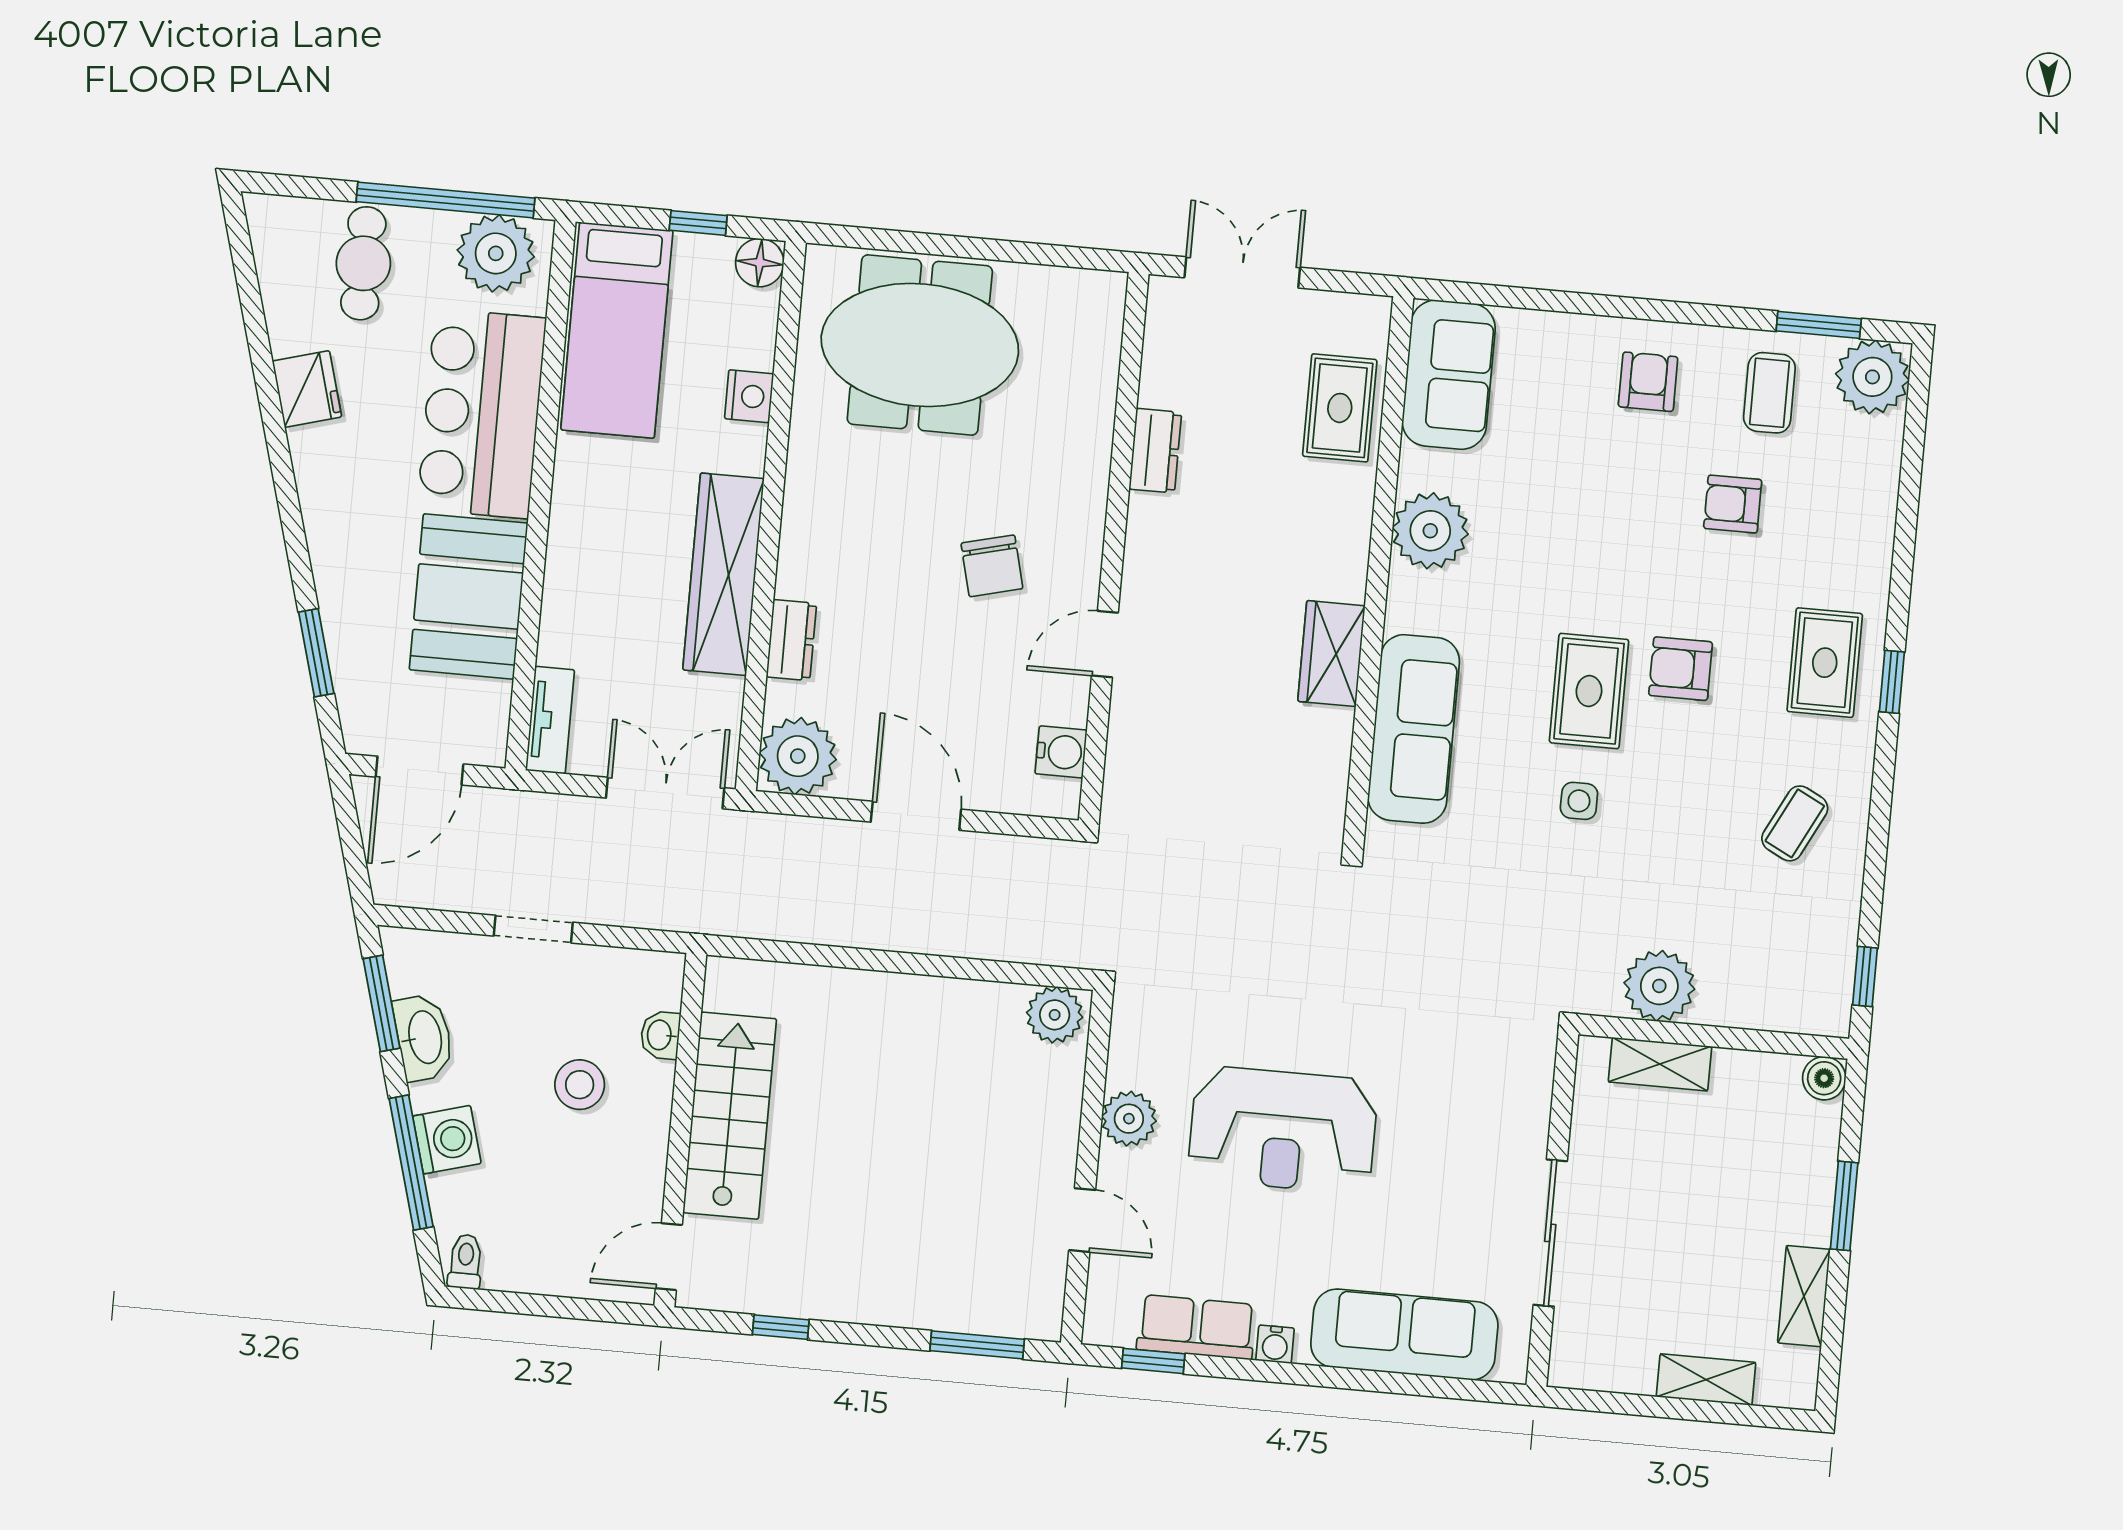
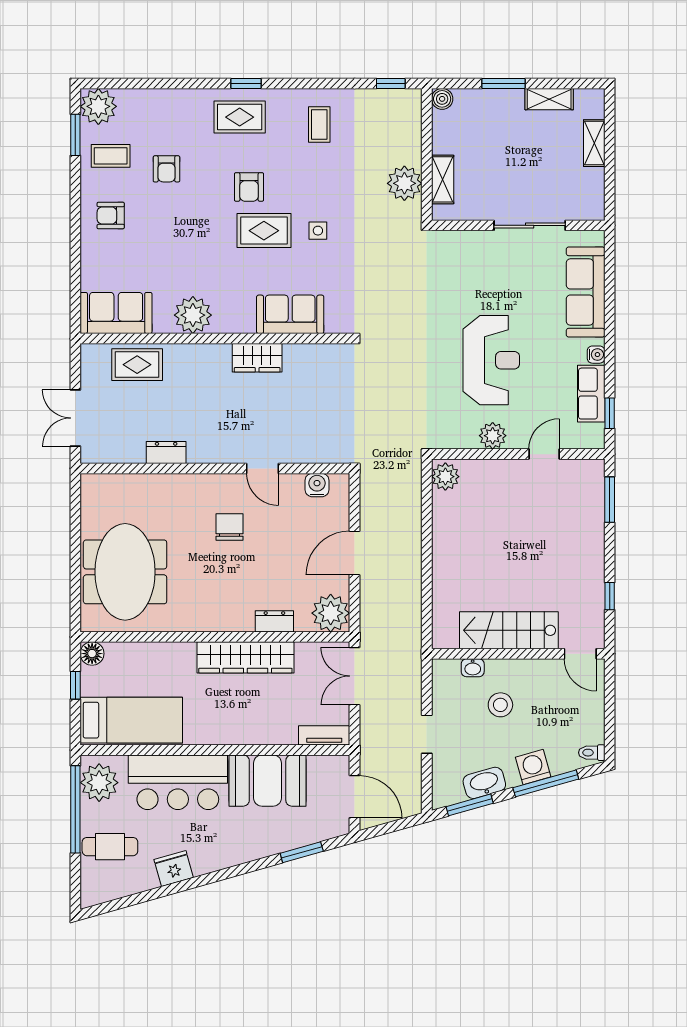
nightstand: (749, 396) -> (158, 653), removed
chair: (992, 566) -> (229, 527), turned -76
sofa: (1414, 729) -> (290, 314), width x0.73
coffee table: (1795, 823) -> (319, 124), turned 63

